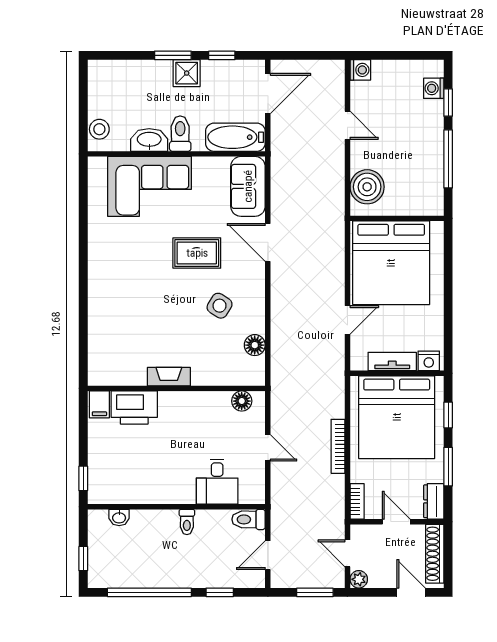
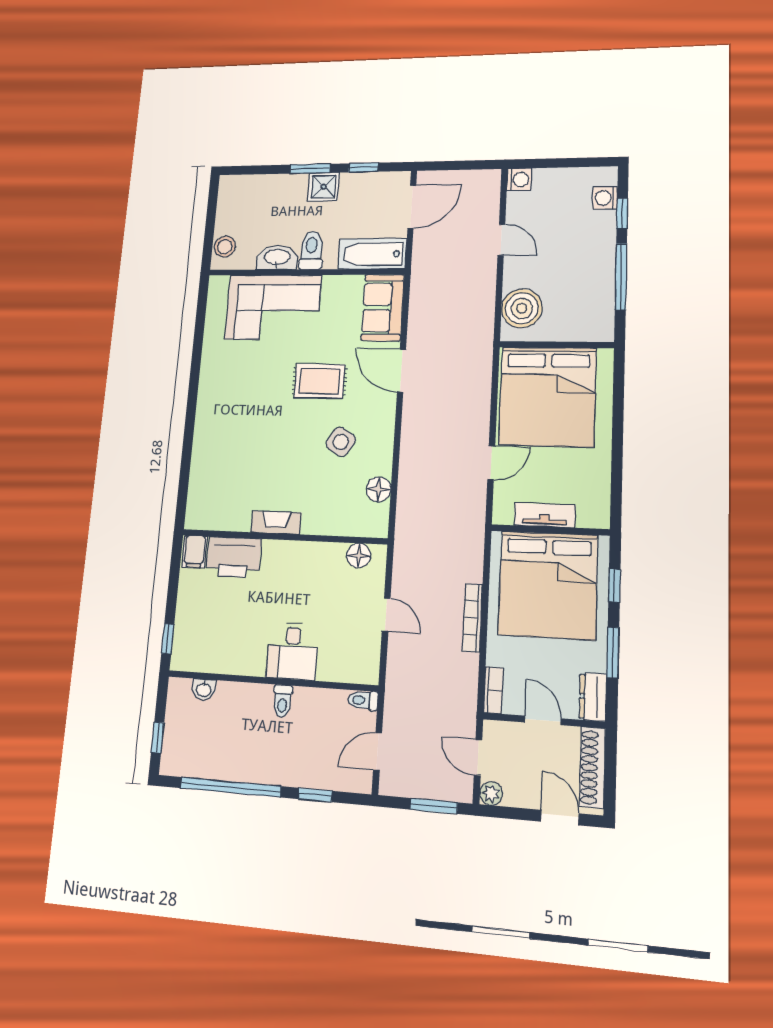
nightstand: (429, 361) -> (591, 516), removed
desk: (217, 482) -> (292, 651), moved
toilet: (249, 519) -> (363, 700), width x0.73, depth x0.72

